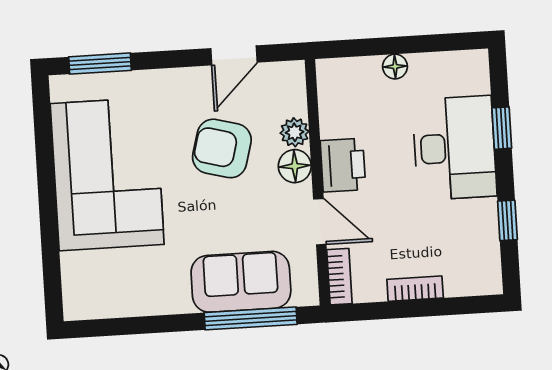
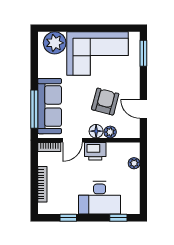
floor lamp: (395, 67) -> (135, 175), removed
plant: (366, 70) -> (134, 163), added
window: (502, 128) -> (118, 218), moved
plant: (88, 279) -> (55, 43), added
sofa: (241, 282) -> (50, 106), width x1.36
bookcase: (415, 289) -> (42, 184), width x1.56

